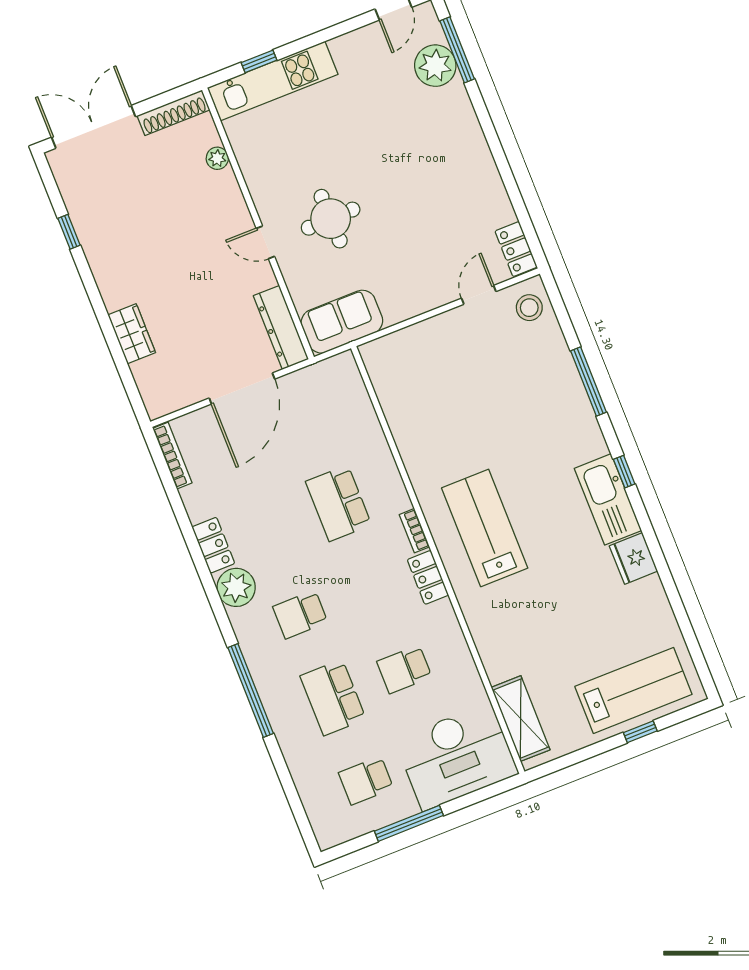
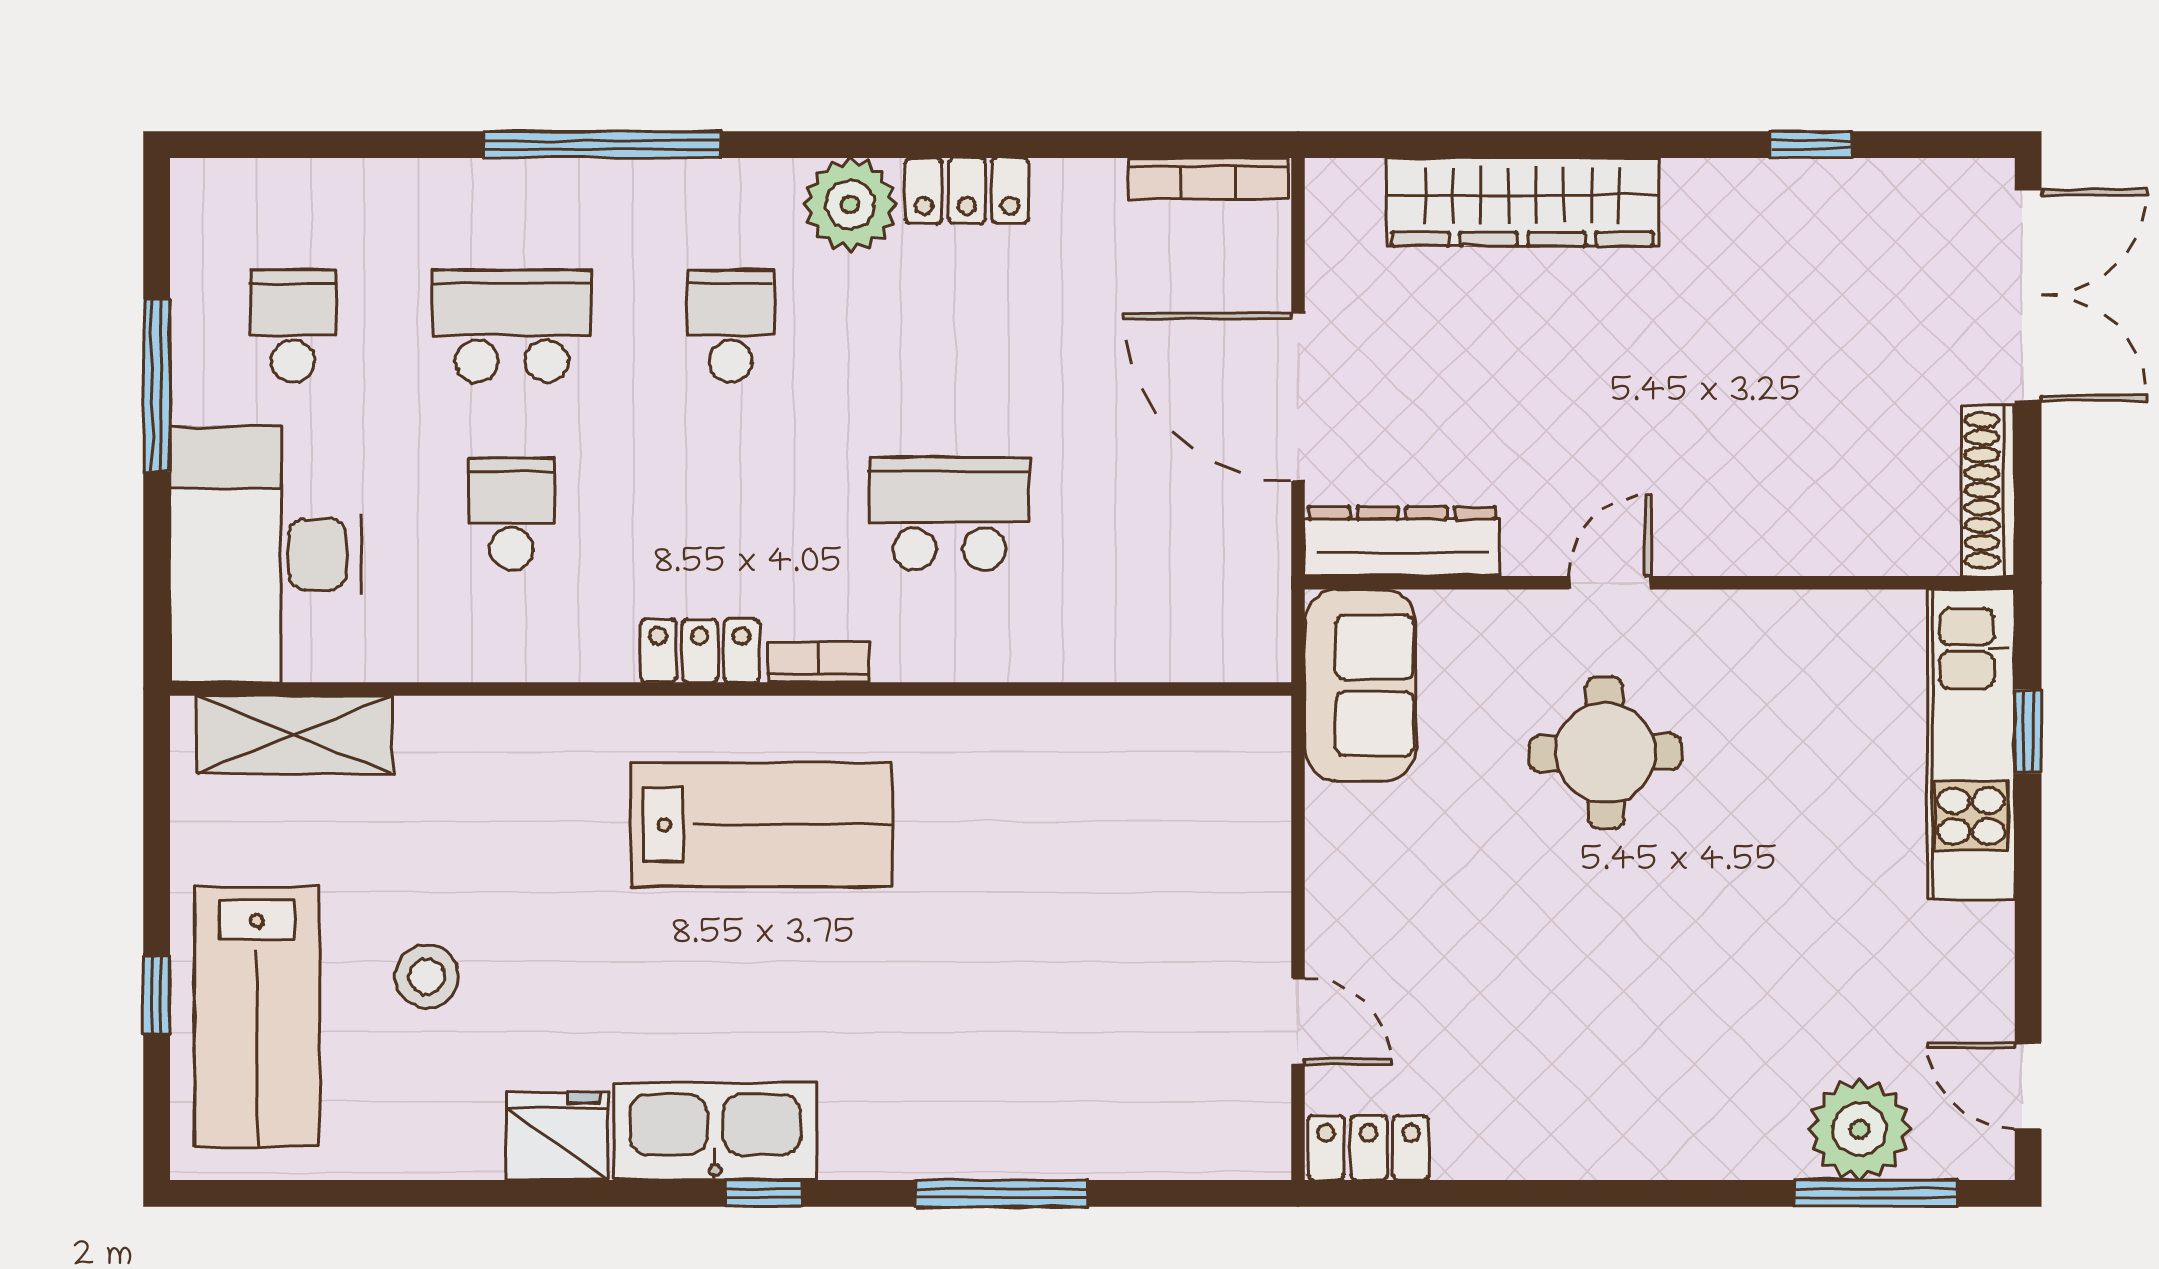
plant: (217, 158) -> (1845, 549), removed
stool: (529, 308) -> (427, 976), moved
wardrobe: (132, 334) -> (1522, 202), width x2.10, depth x1.17

